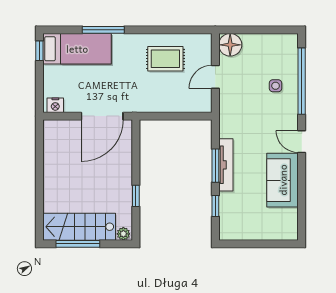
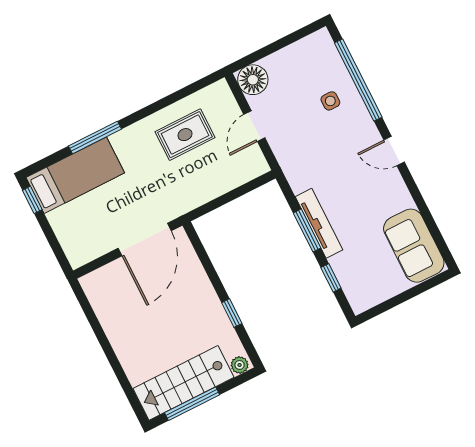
nightstand: (55, 105) -> (83, 254), removed
sofa: (283, 180) -> (414, 246), moved

